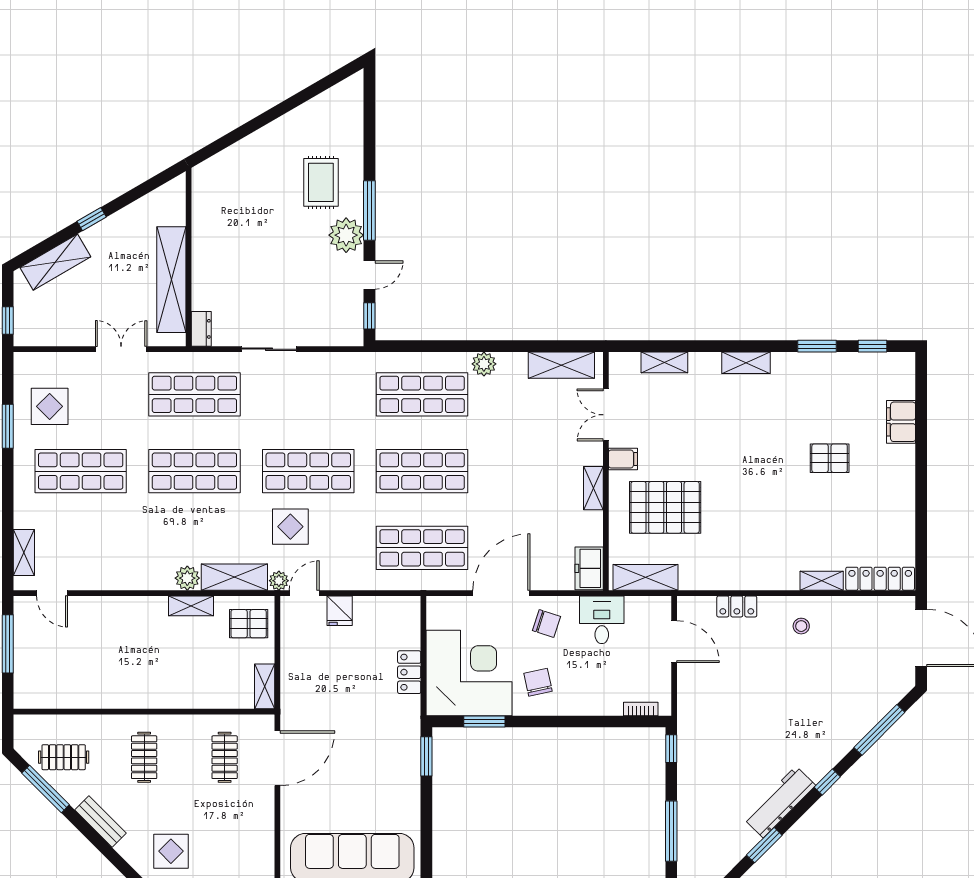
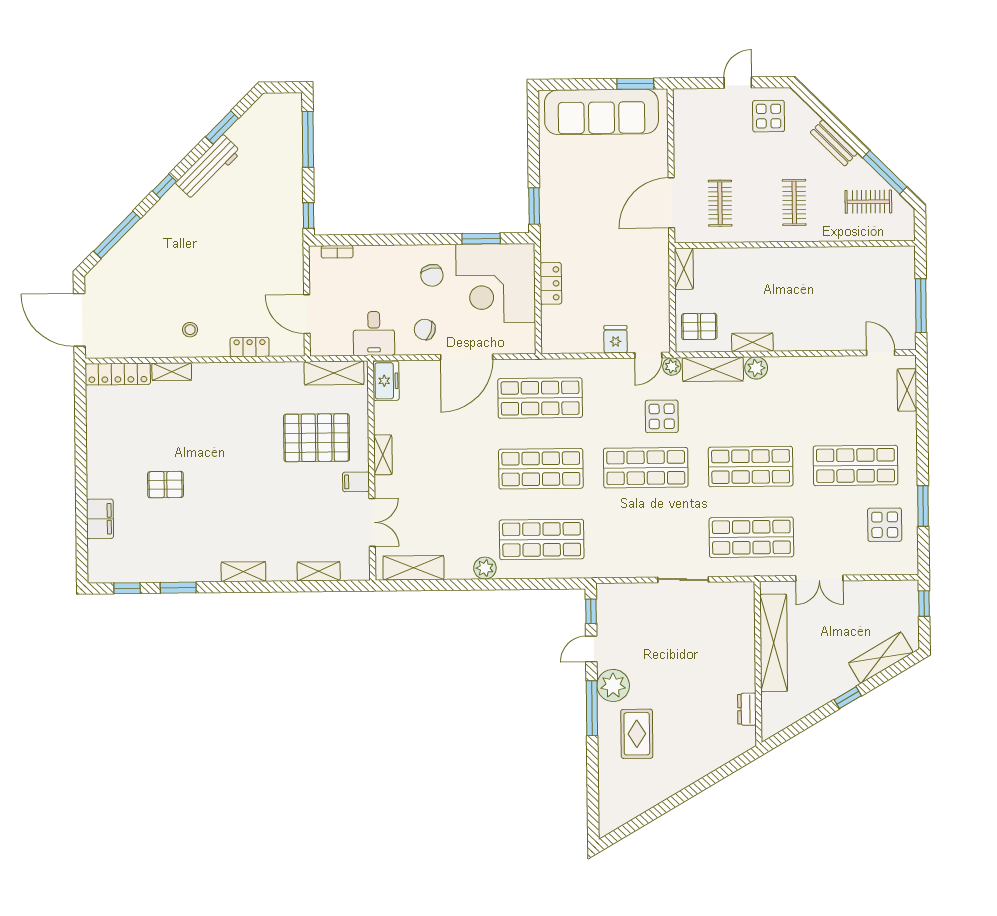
dresser: (201, 329) -> (747, 709), moved

